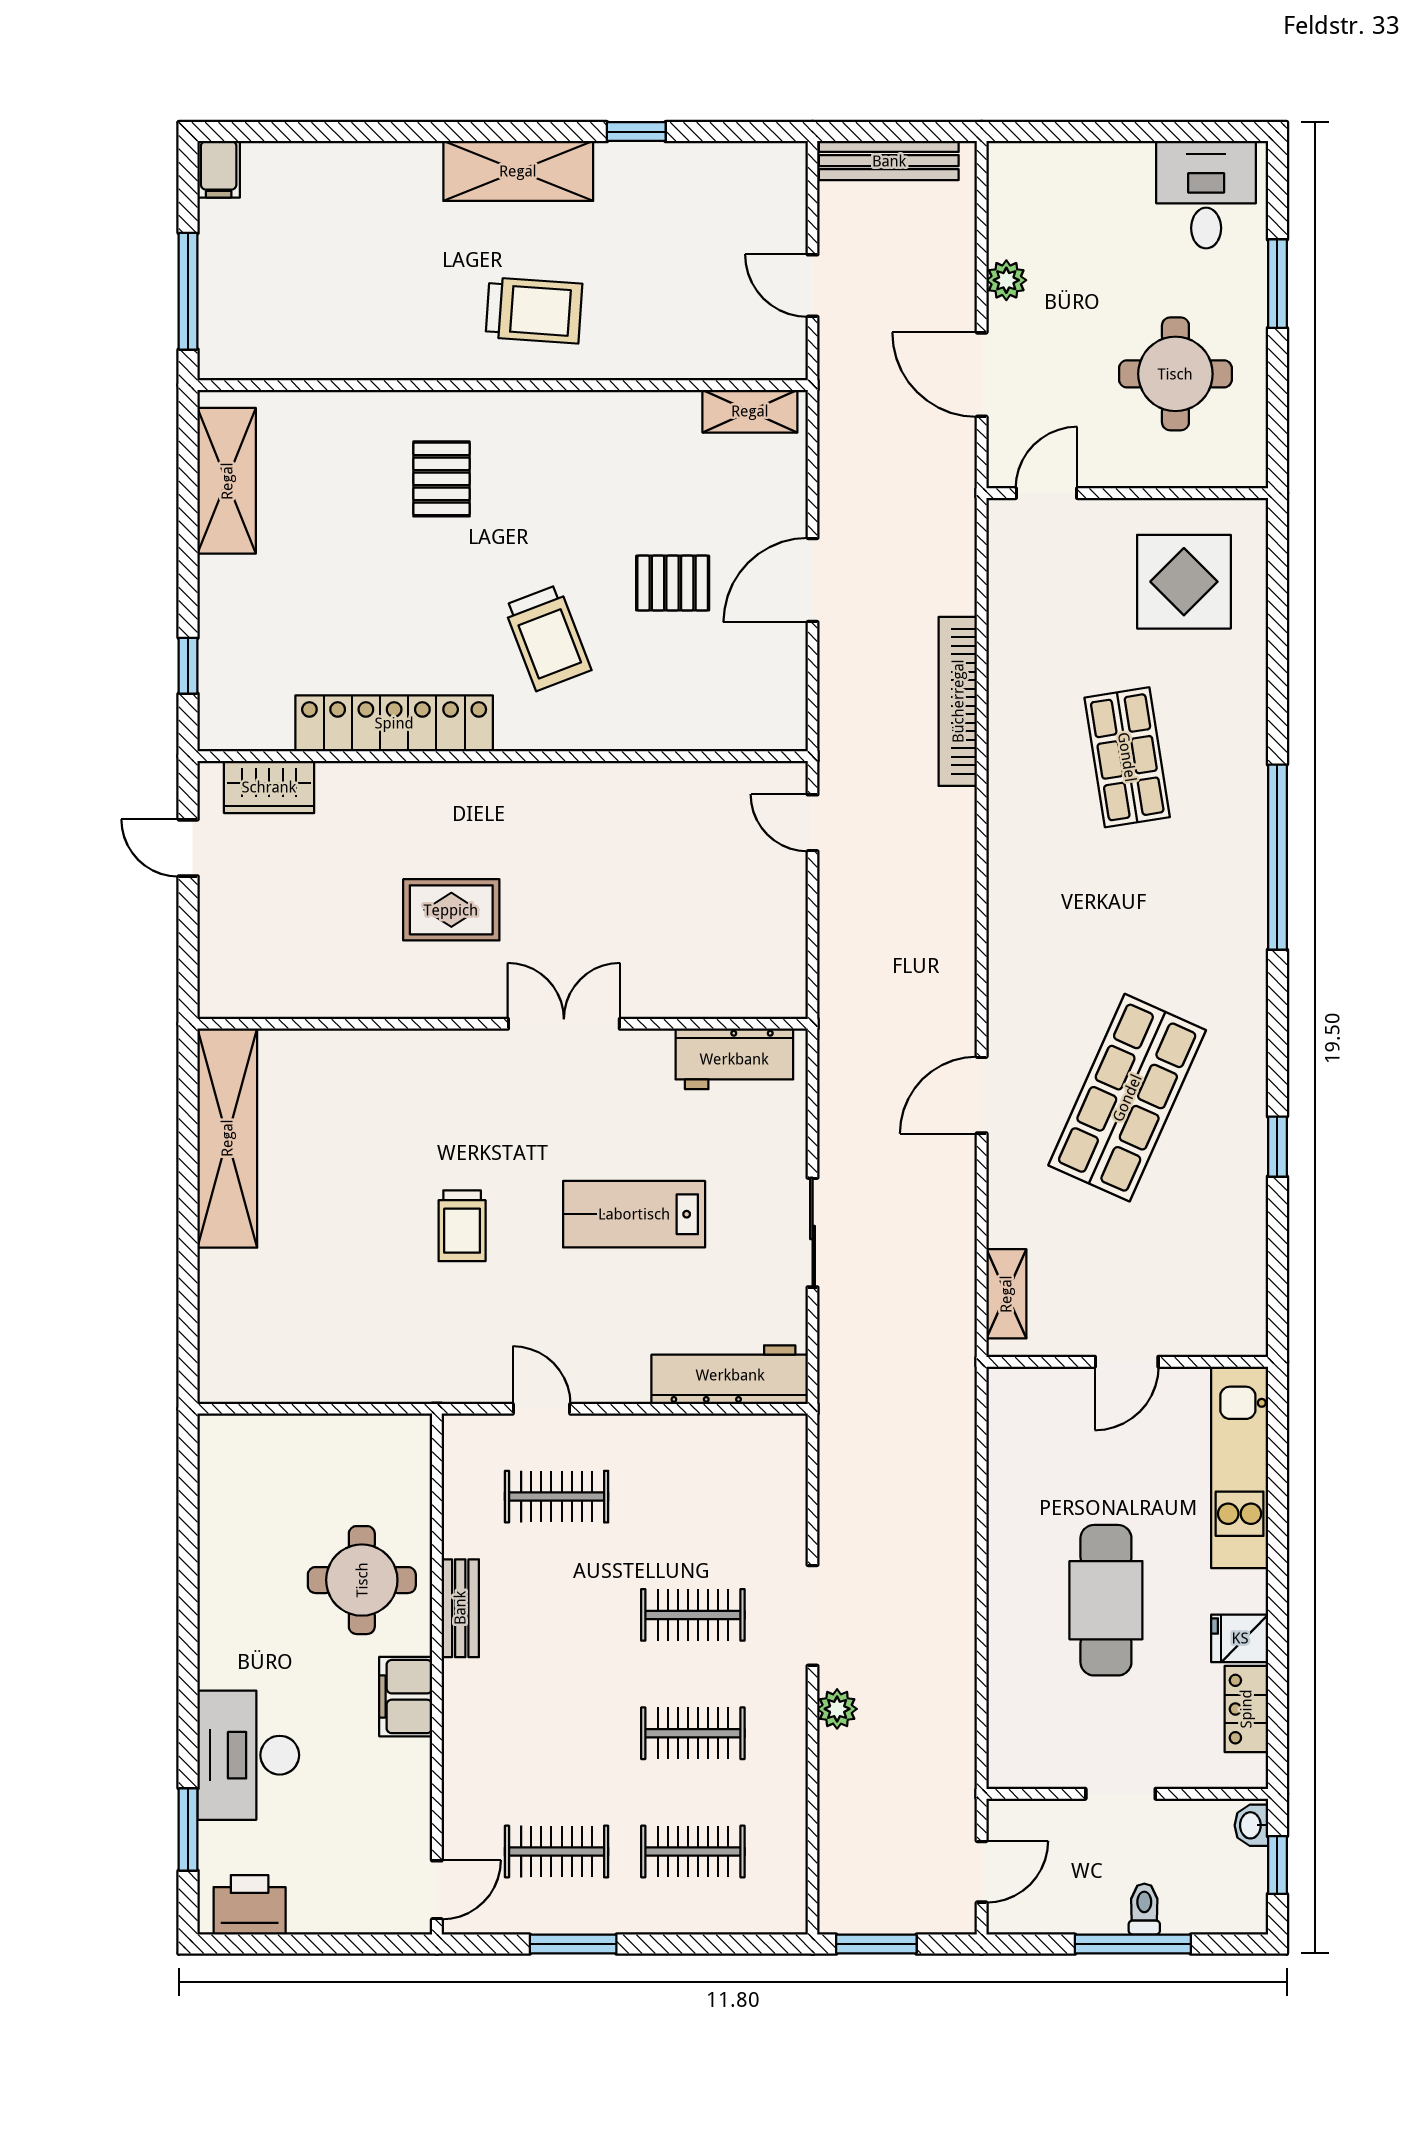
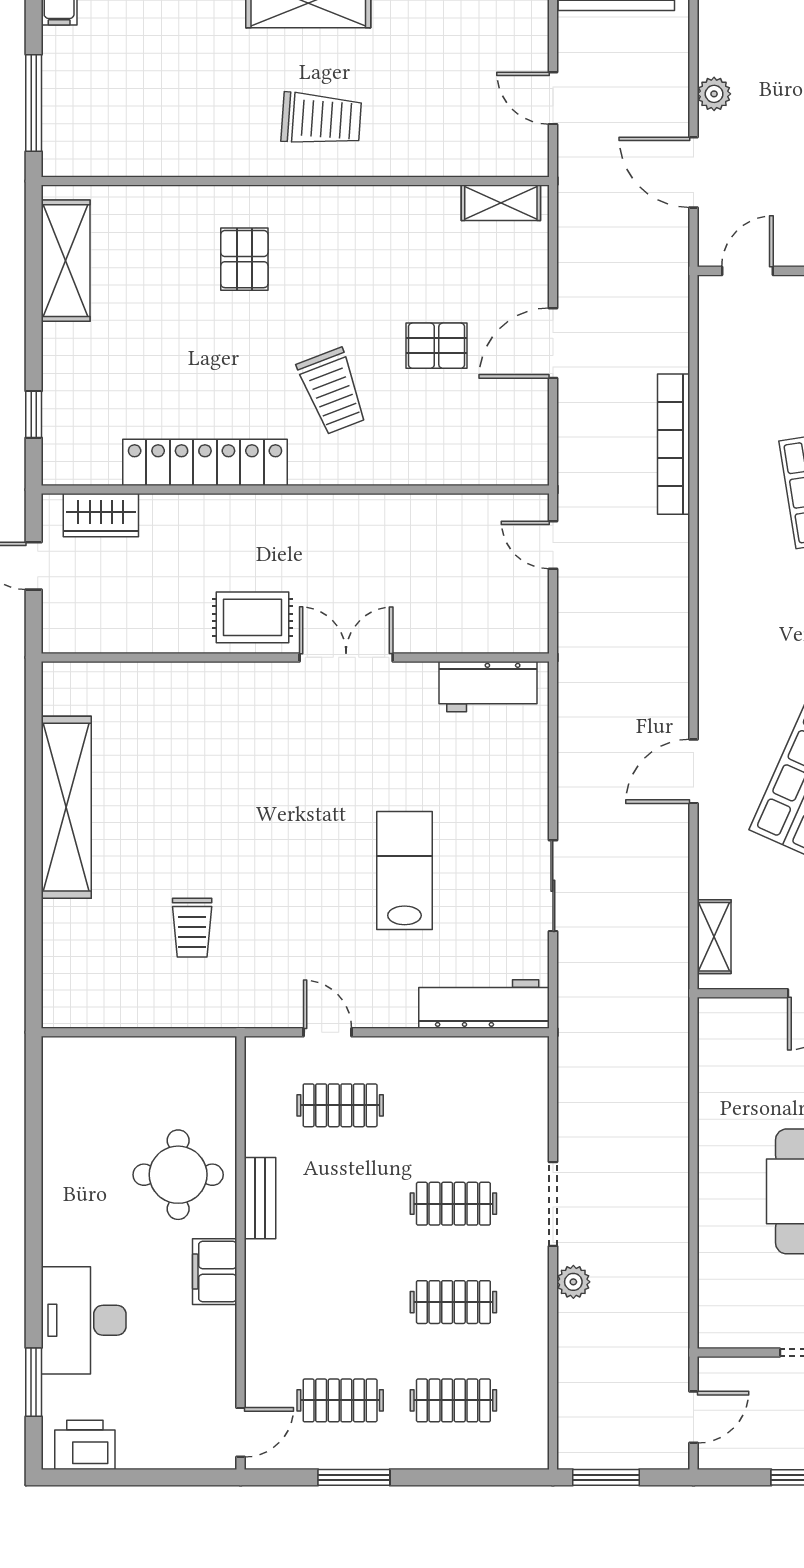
wall: (503, 1024) -> (295, 657), moved
double door: (564, 1024) -> (346, 657), moved
workbench: (734, 1059) -> (488, 687), moved
lab bench: (634, 1214) -> (404, 870), turned 90
trolley: (462, 1226) -> (192, 928), moved

